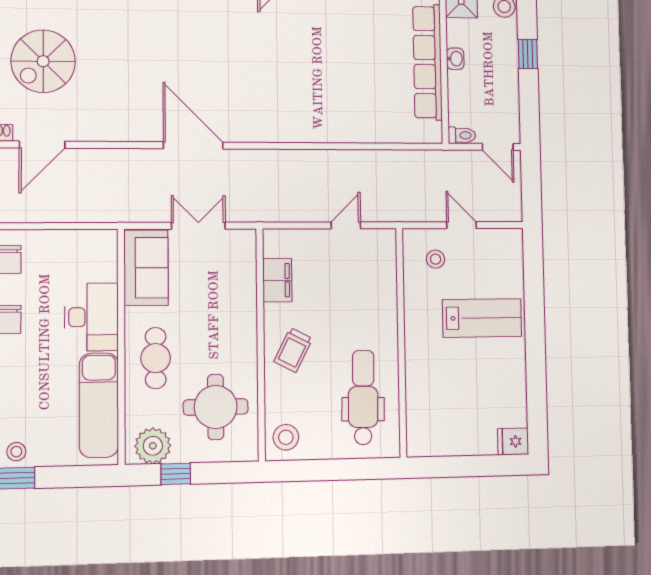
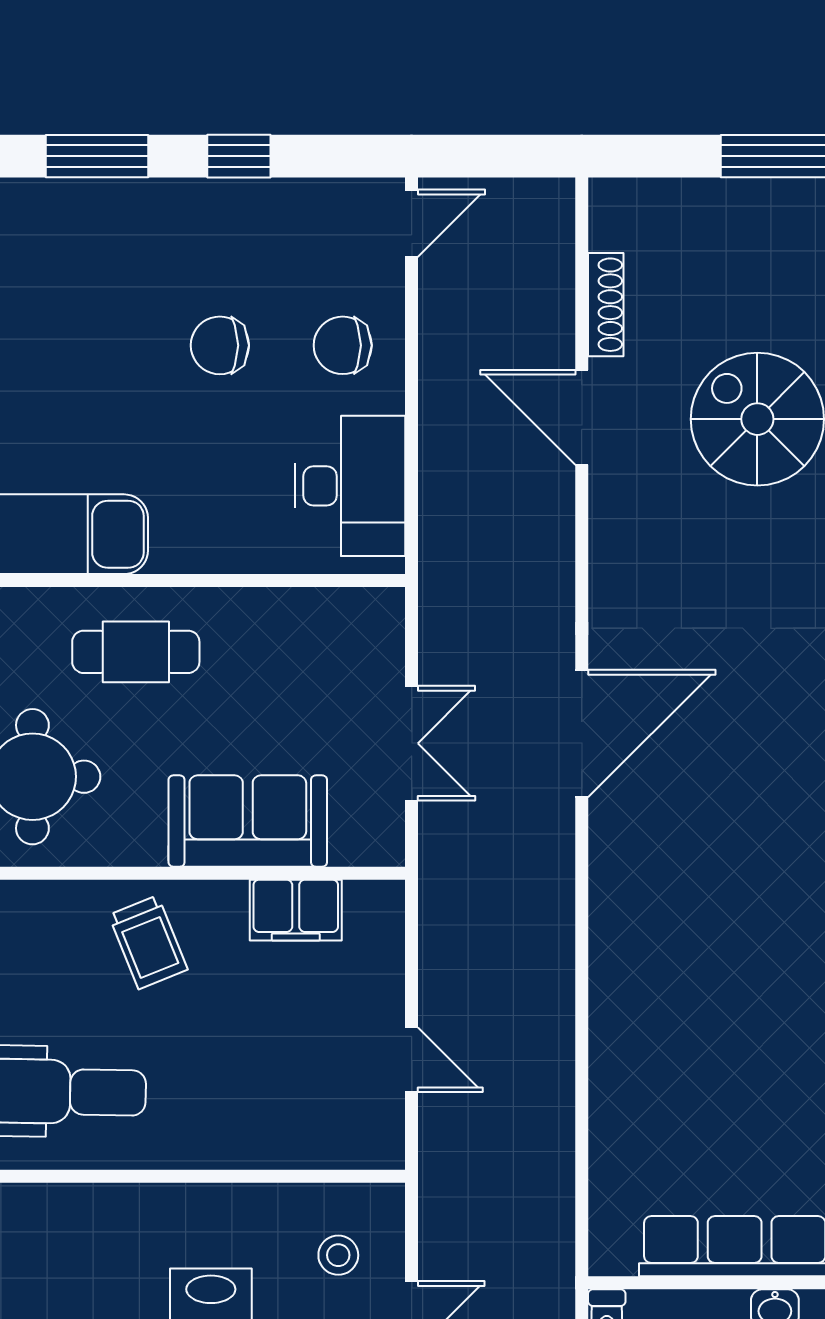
sofa: (146, 268) -> (248, 821), moved, turned 180
desk: (91, 317) -> (350, 486), moved, turned -90
trolley: (293, 350) -> (148, 942), turned -139

